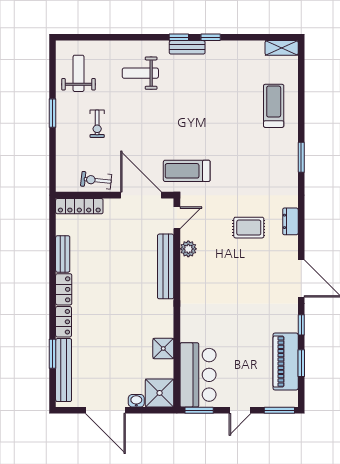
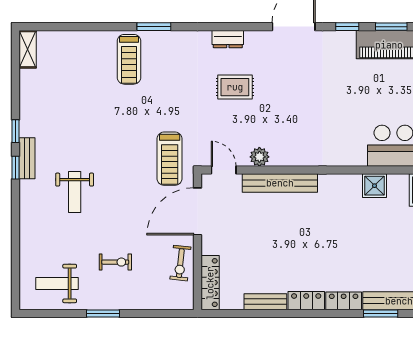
weight bench: (140, 73) -> (75, 192), moved
treadmill: (274, 106) -> (129, 59), moved, turned -90
rug: (249, 228) -> (235, 87), turned 90

